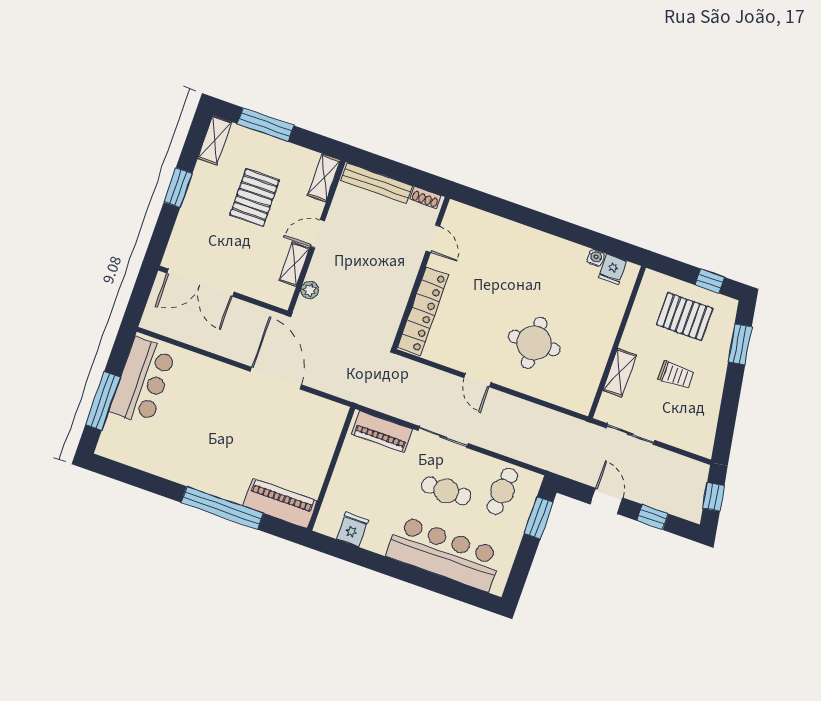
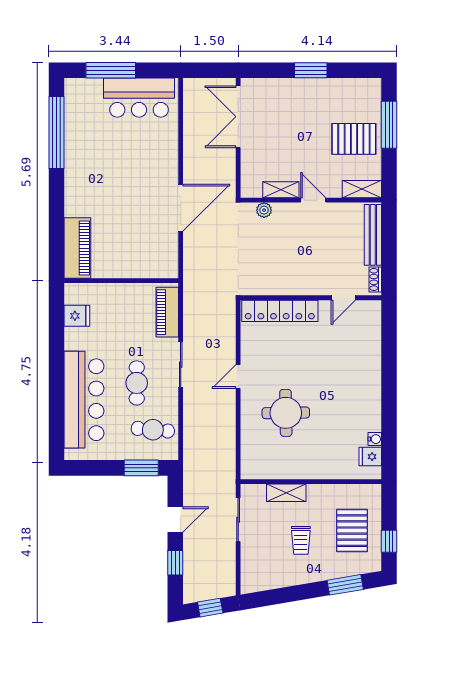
shelving: (215, 140) -> (361, 87), removed
pallet: (255, 198) -> (354, 139), moved
window: (222, 508) -> (57, 132), moved

